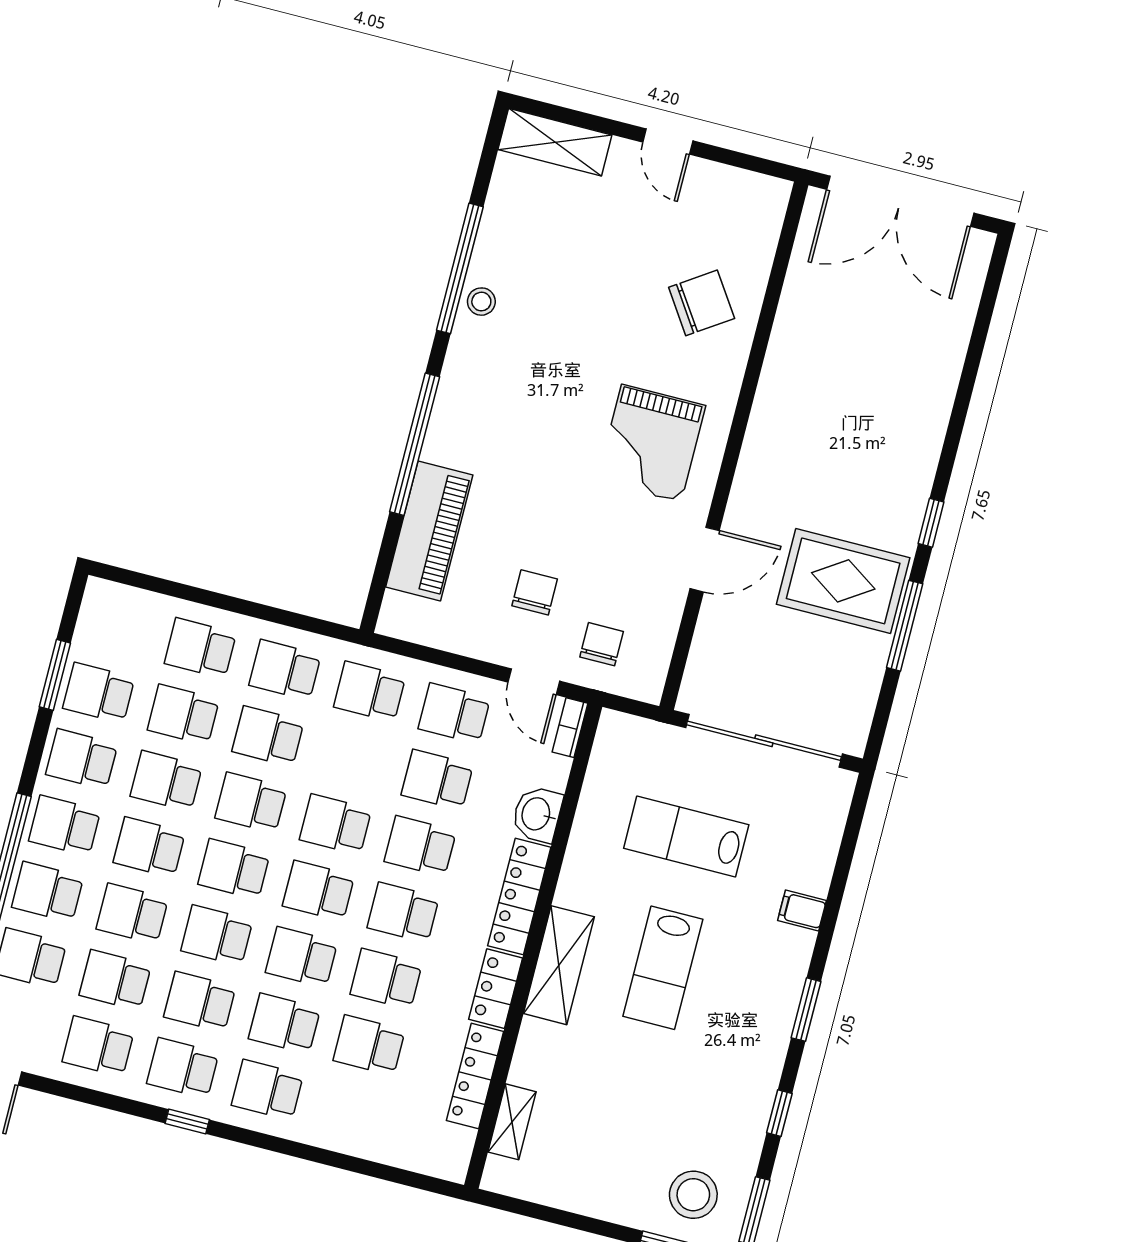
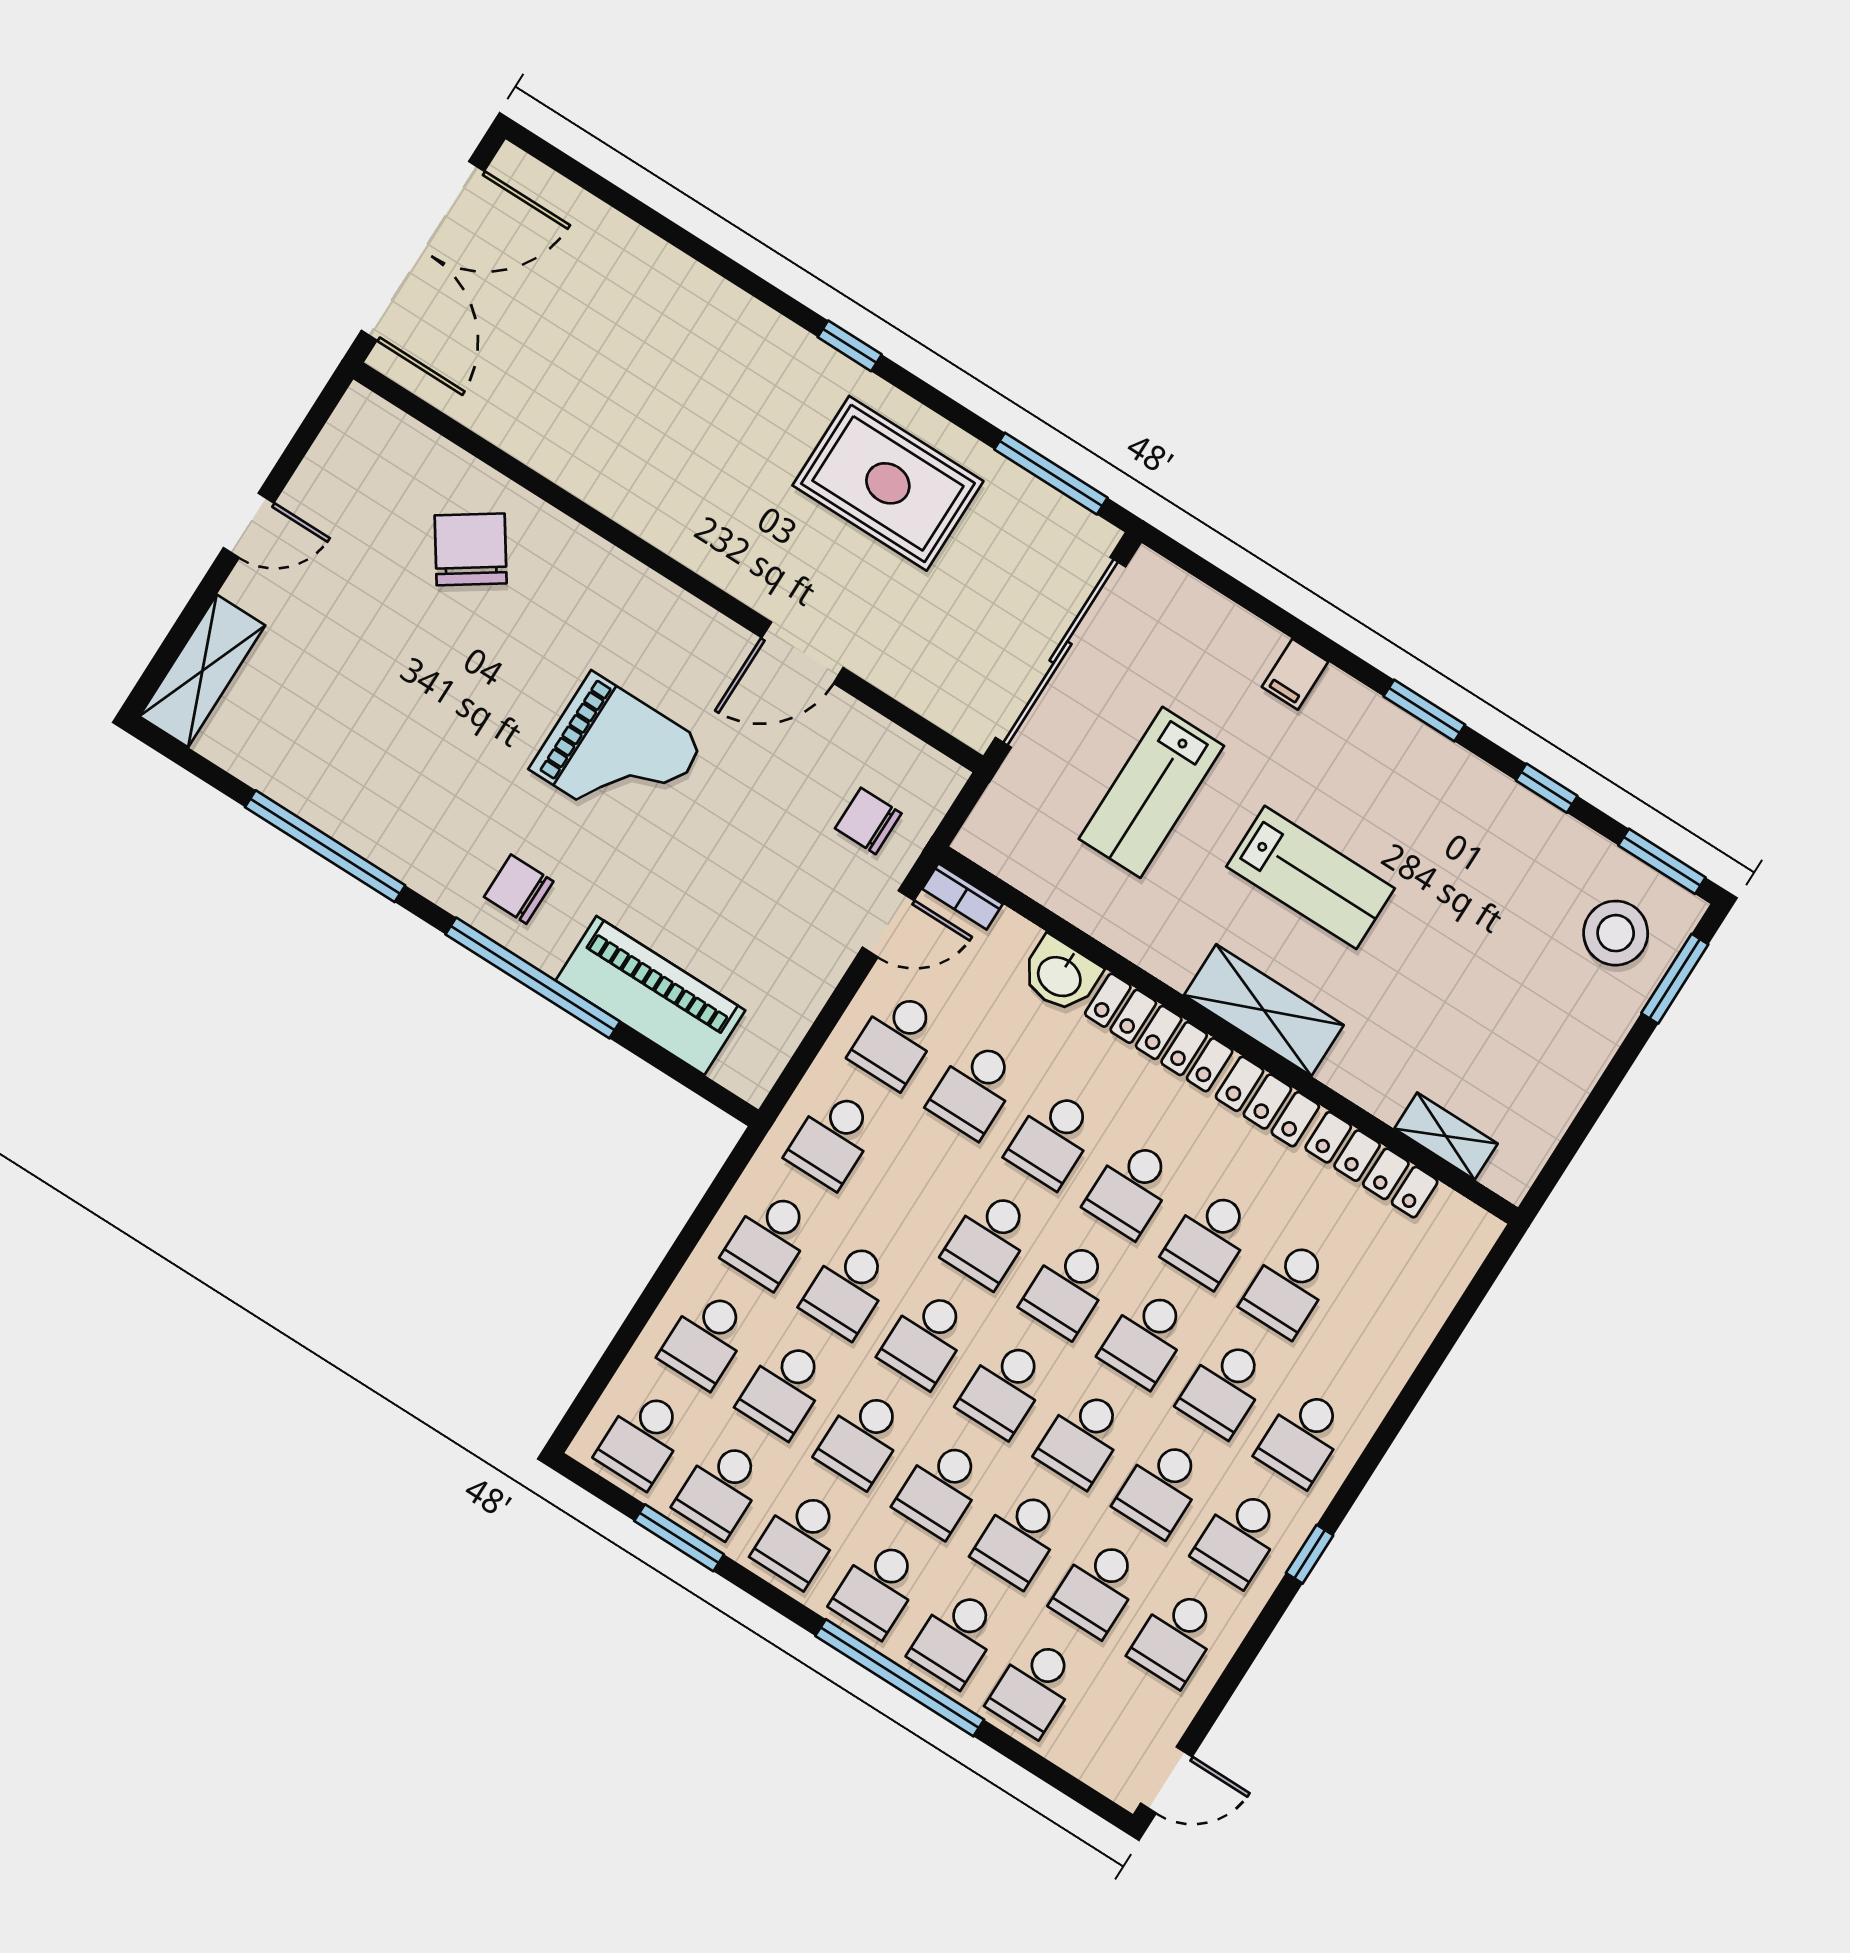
stool: (481, 302) -> (377, 832), removed
grand piano: (651, 443) -> (617, 756), moved
door: (705, 560) -> (802, 653), swing flipped
rug: (843, 581) -> (888, 483), turned 90
chair: (535, 592) -> (519, 889), moved
window: (905, 626) -> (1051, 474), moved
school desk: (116, 627) -> (642, 1439), added

